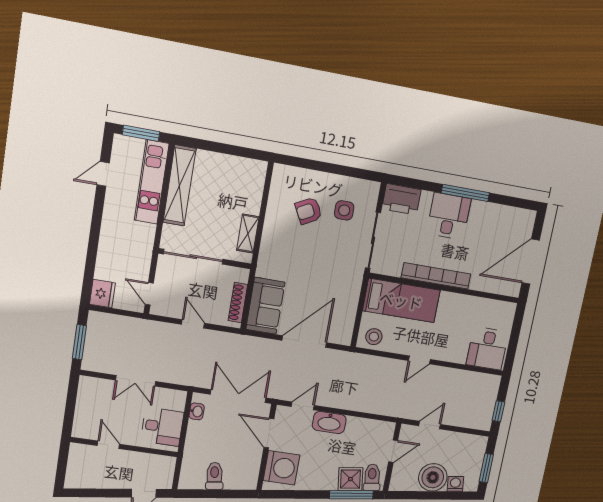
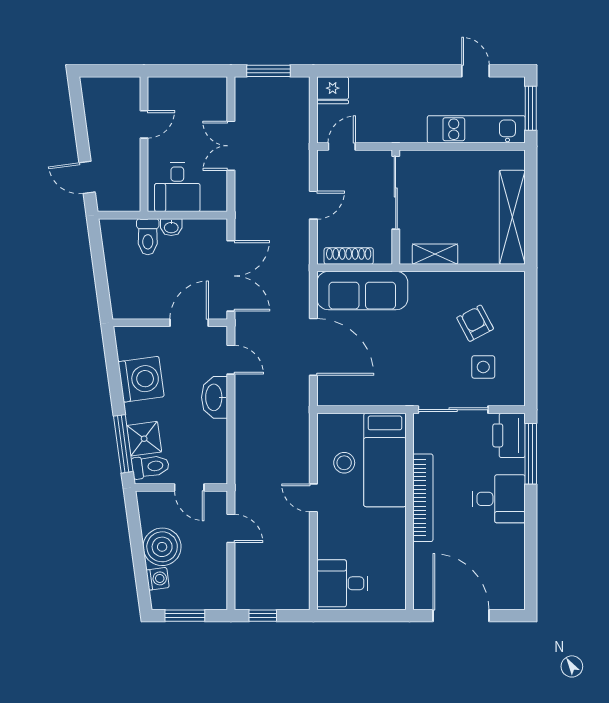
shelving: (179, 185) -> (512, 217), moved, turned 90
window: (465, 193) -> (531, 454), moved
sofa: (265, 306) -> (362, 291), width x1.36
stool: (374, 337) -> (344, 463), moved
washbasin: (197, 411) -> (171, 227), moved
washing machine: (282, 468) -> (141, 379), moved, turned -98
toilet: (215, 476) -> (148, 237), moved, turned 98

